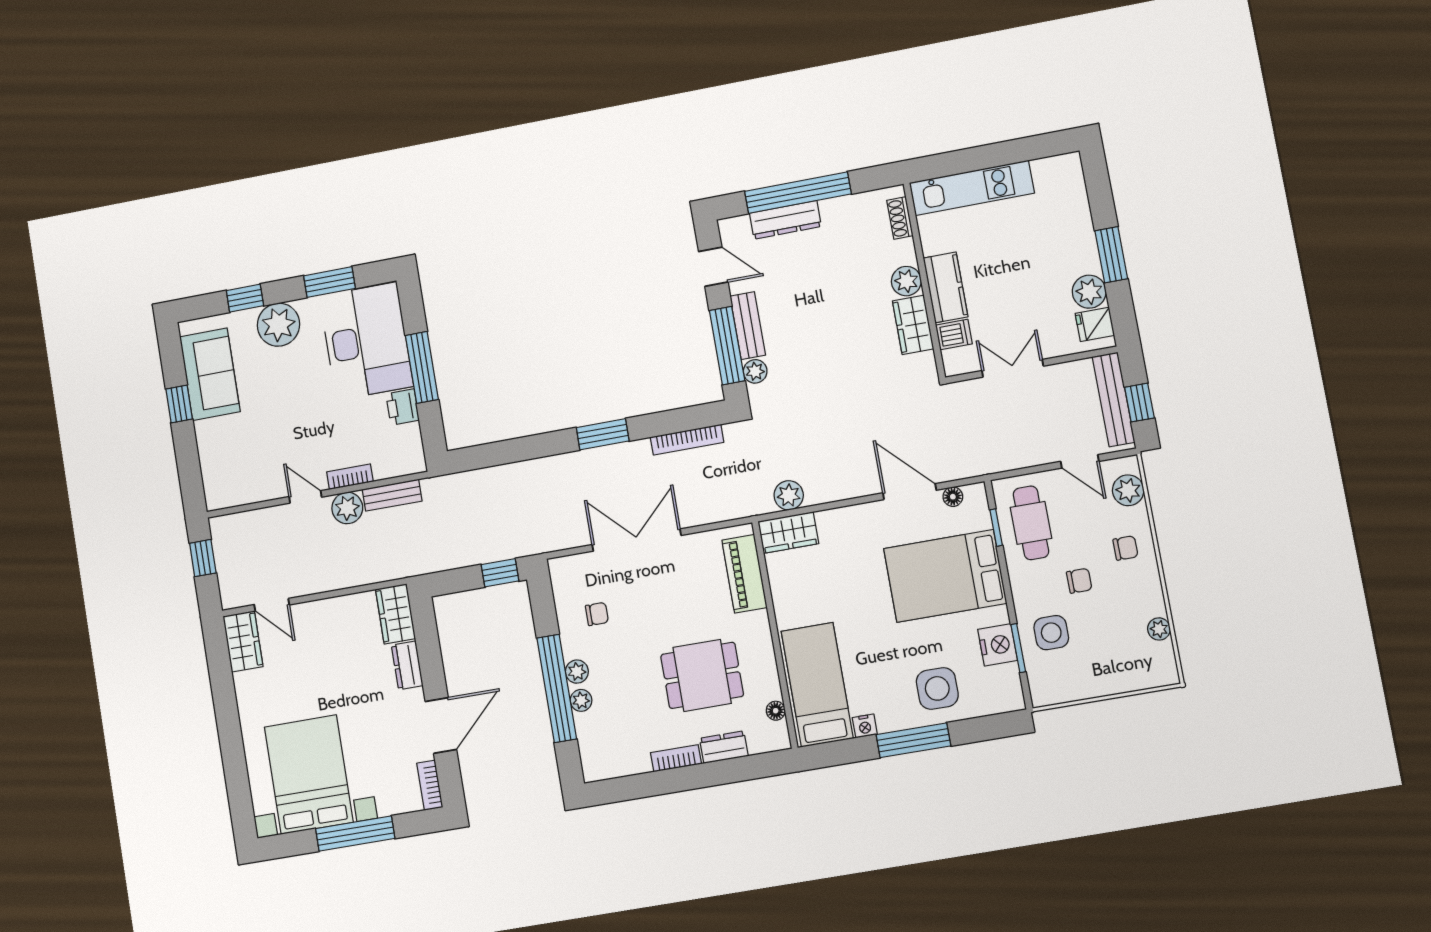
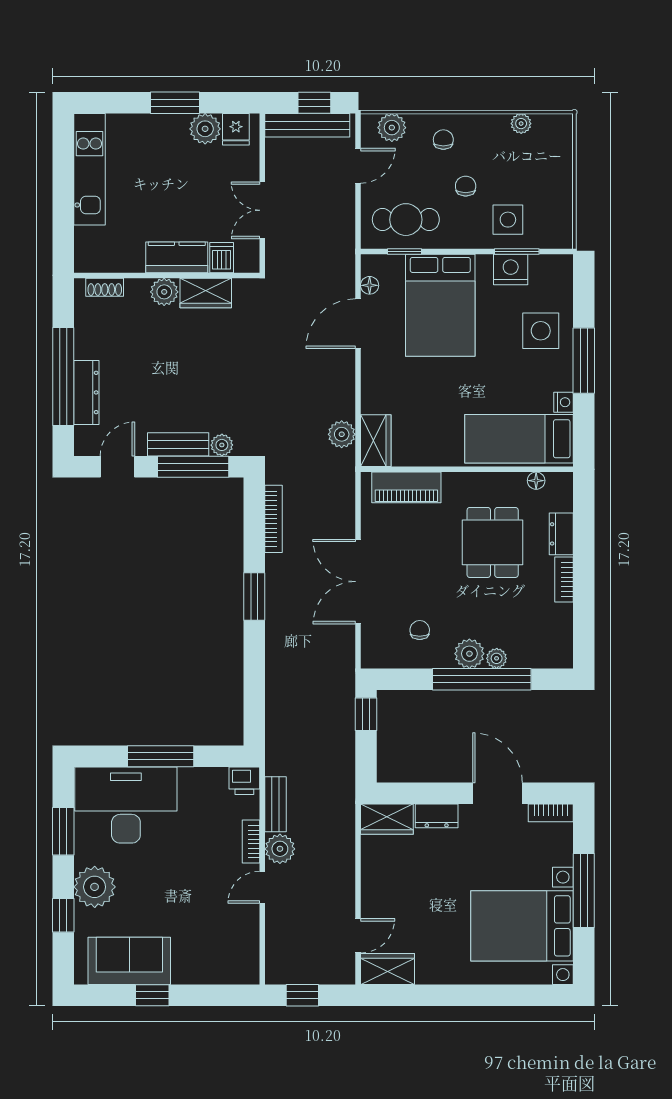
kitchen unit: (972, 188) -> (89, 169), moved
printer: (402, 407) -> (244, 781), moved
plant: (577, 672) -> (469, 654), width x1.38, depth x1.38

